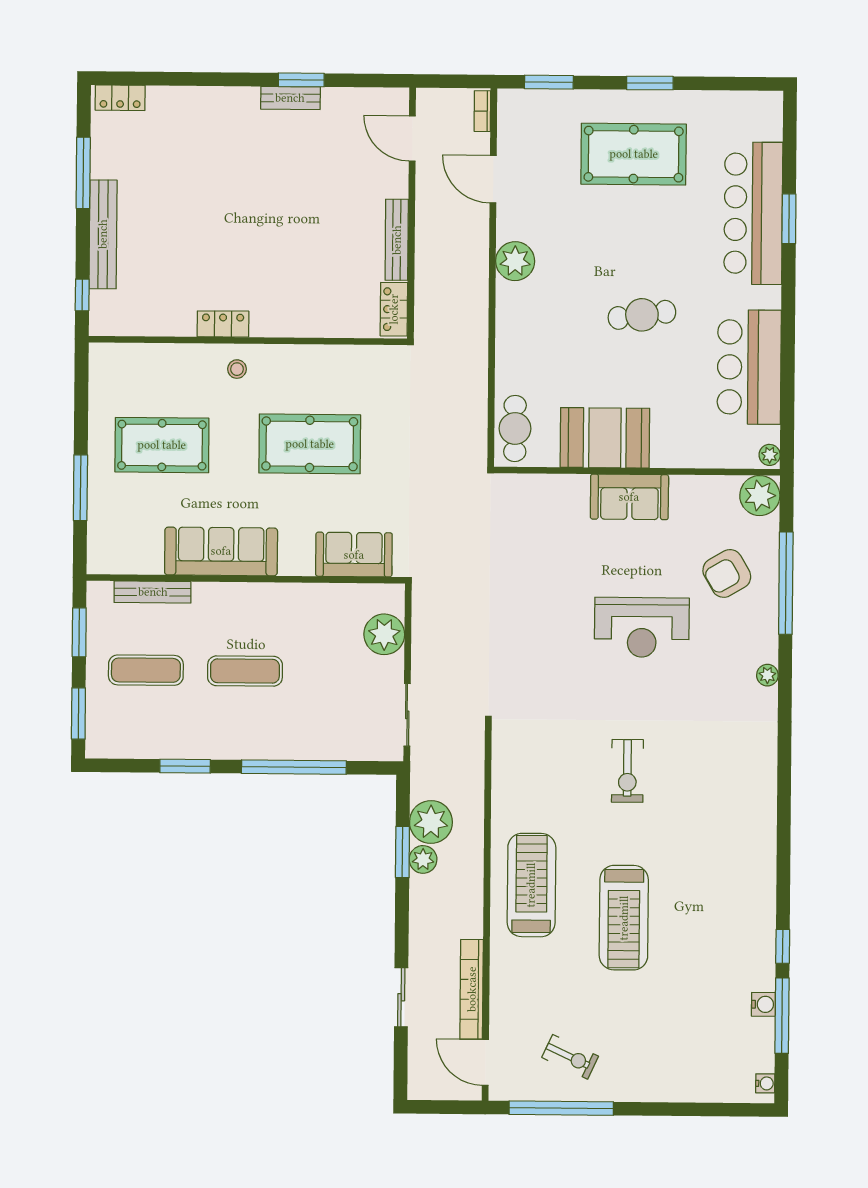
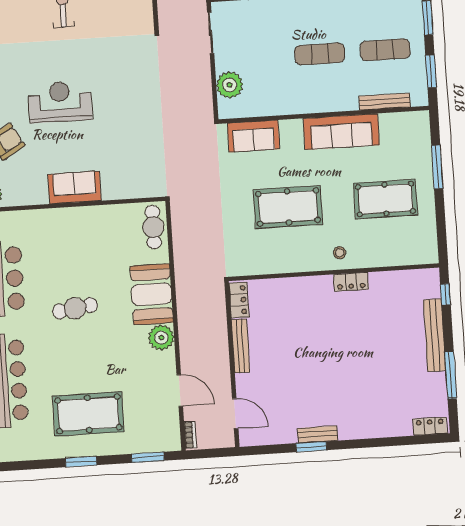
booth: (605, 438) -> (152, 294), moved, turned 90

